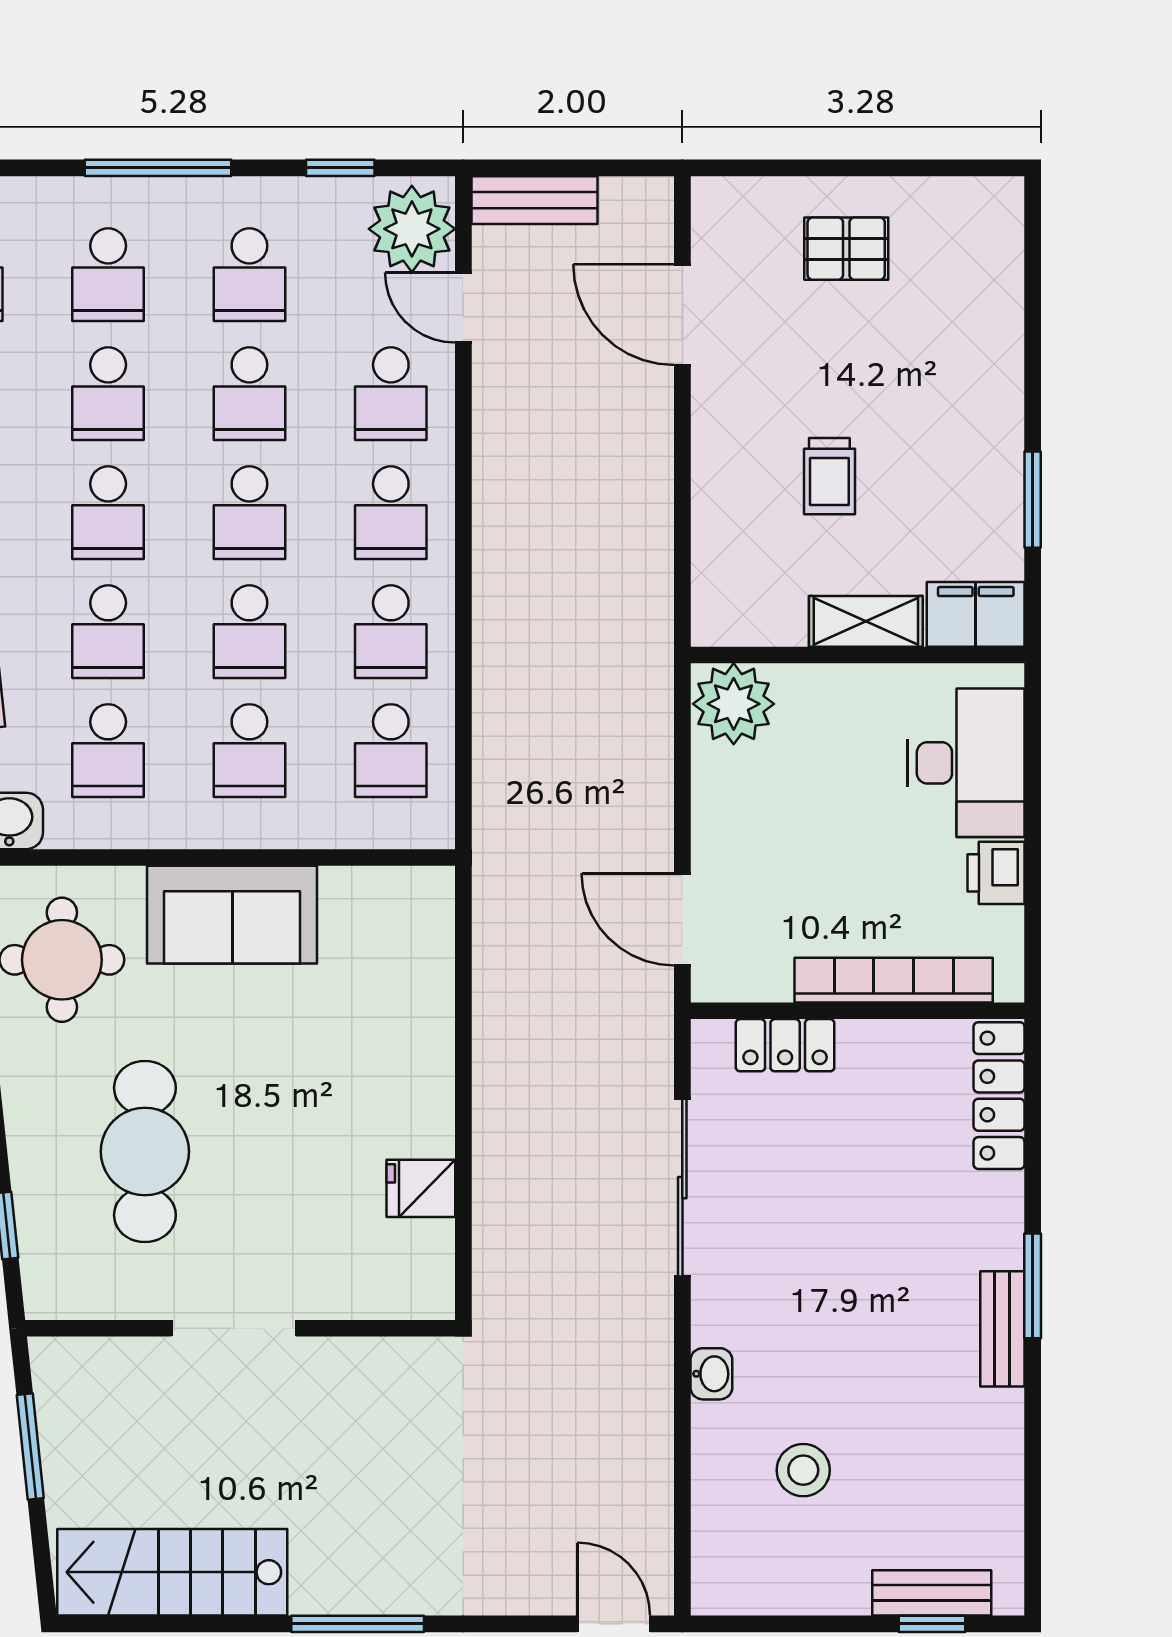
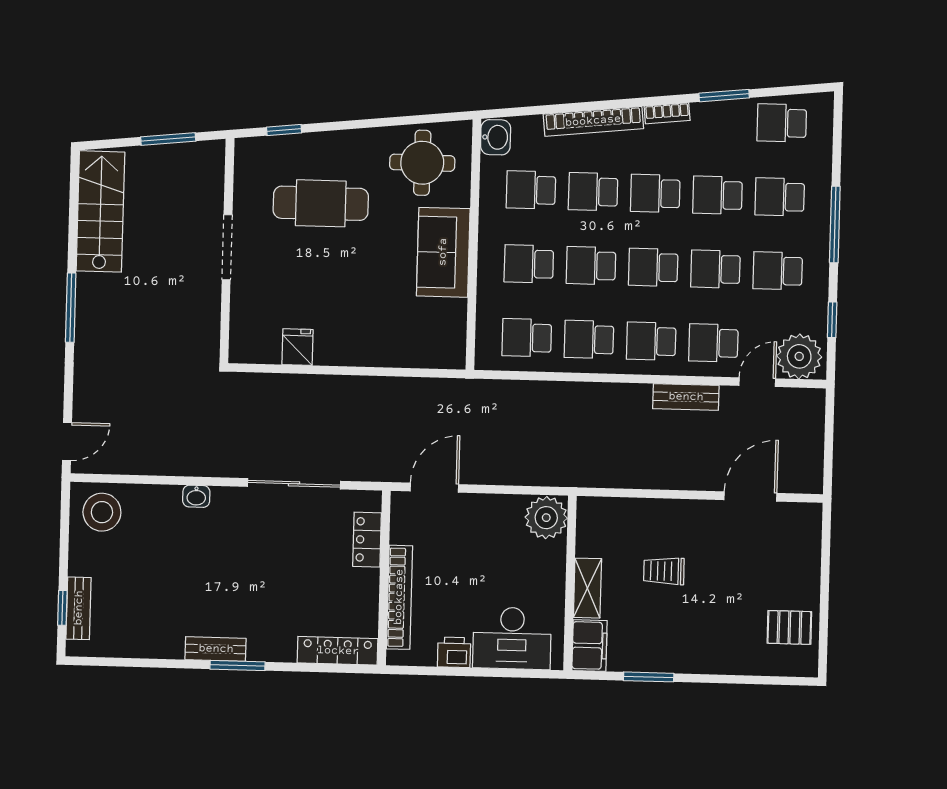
bench: (534, 200) -> (686, 397), moved, turned 90
pallet: (846, 249) -> (789, 627), moved, turned 90
stool: (803, 1470) -> (102, 512), moved, width x1.38, depth x1.38

